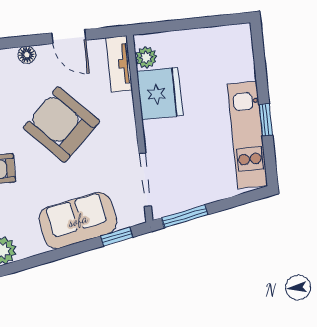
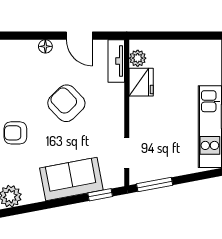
fridge: (160, 93) -> (141, 82), width x0.73, depth x0.75
armchair: (61, 124) -> (66, 103), width x0.73, depth x0.73
doorway: (145, 180) -> (127, 153), width x0.73

